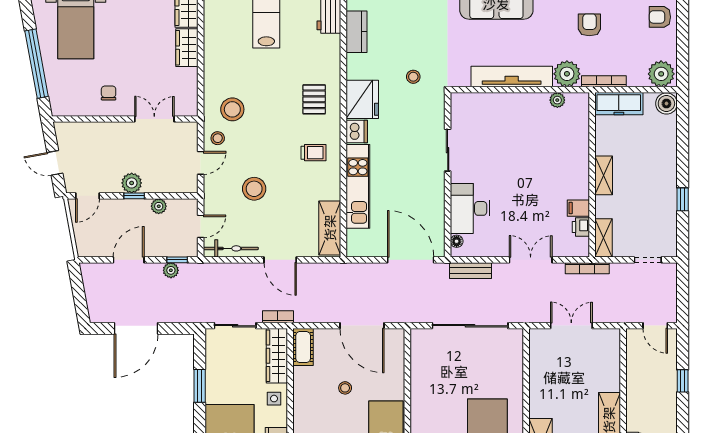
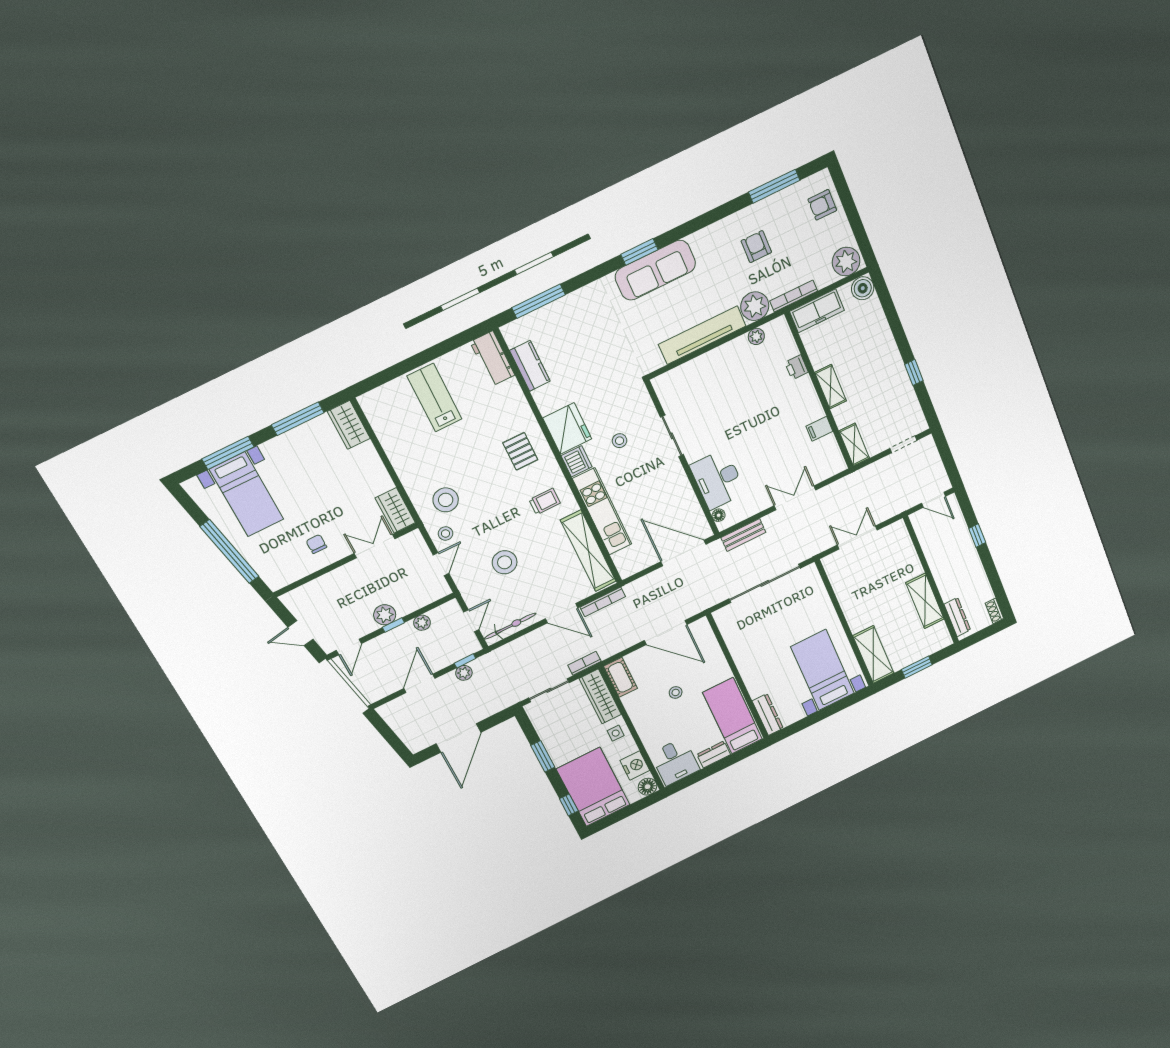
wardrobe: (187, 48) -> (395, 510), moved
stool: (413, 77) -> (620, 441), moved
printer: (581, 227) -> (796, 367), moved
shelving: (330, 228) -> (588, 551), width x1.47
bookcase: (587, 268) -> (603, 602), moved

